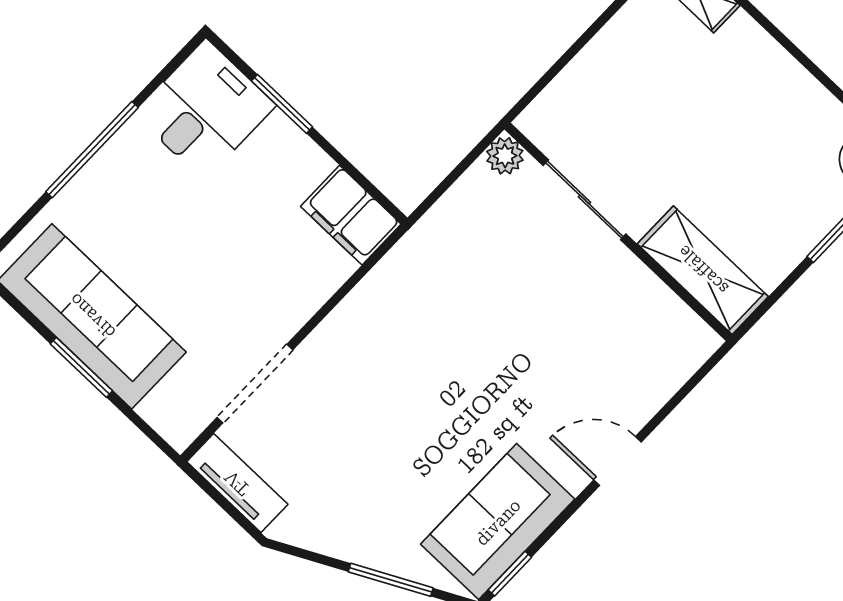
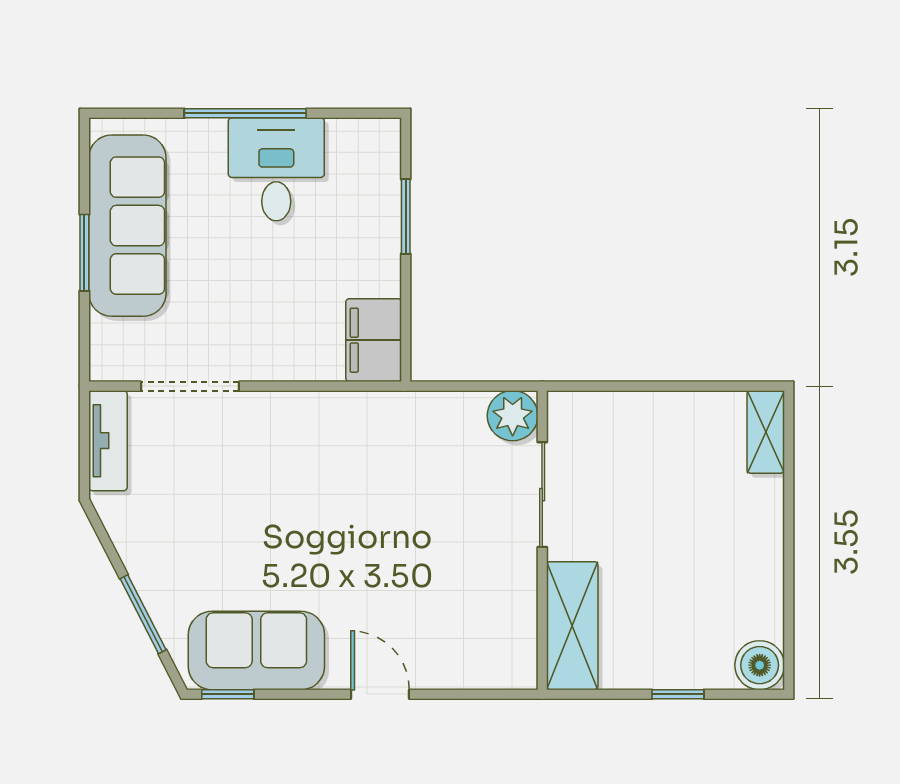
desk: (205, 110) -> (276, 169), moved, turned -90
plant: (505, 156) -> (513, 416), width x1.38, depth x1.38

